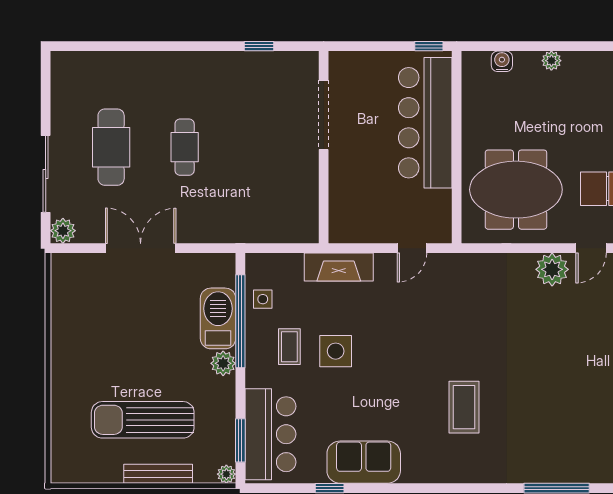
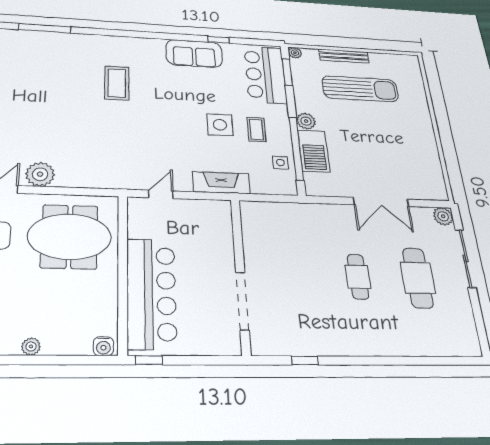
water cooler: (502, 61) -> (103, 346), moved

